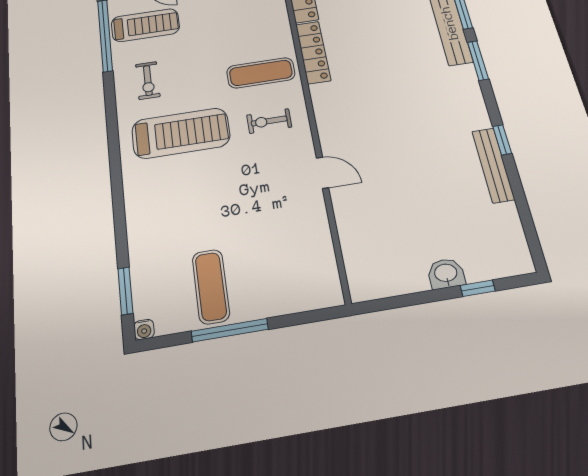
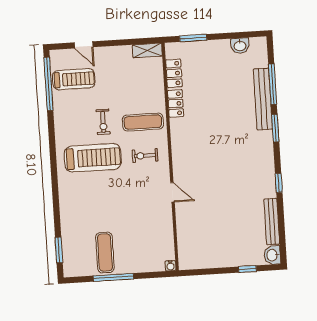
locker: (313, 52) -> (176, 103), width x0.66
exercise bike: (148, 80) -> (103, 122), moved
bench: (493, 165) -> (272, 222), moved
washbasin: (446, 274) -> (272, 255), moved, turned -90
water cooler: (144, 330) -> (170, 266), moved

